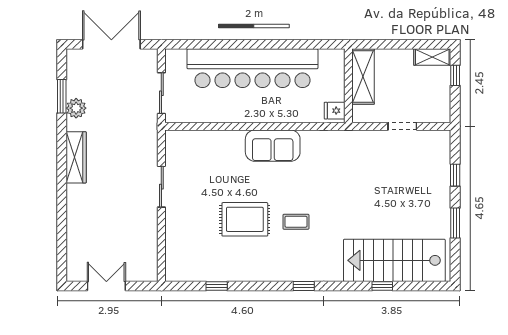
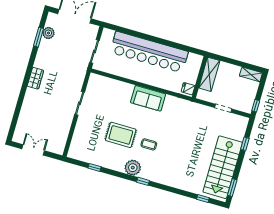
window: (455, 75) -> (256, 106), moved
plant: (76, 108) -> (48, 33), moved
wardrobe: (76, 157) -> (35, 78), width x0.67
window: (455, 223) -> (232, 188), moved
stairs: (394, 260) -> (223, 167), moved, turned -90
plant: (280, 268) -> (133, 168), added
window: (382, 286) -> (203, 199), moved

